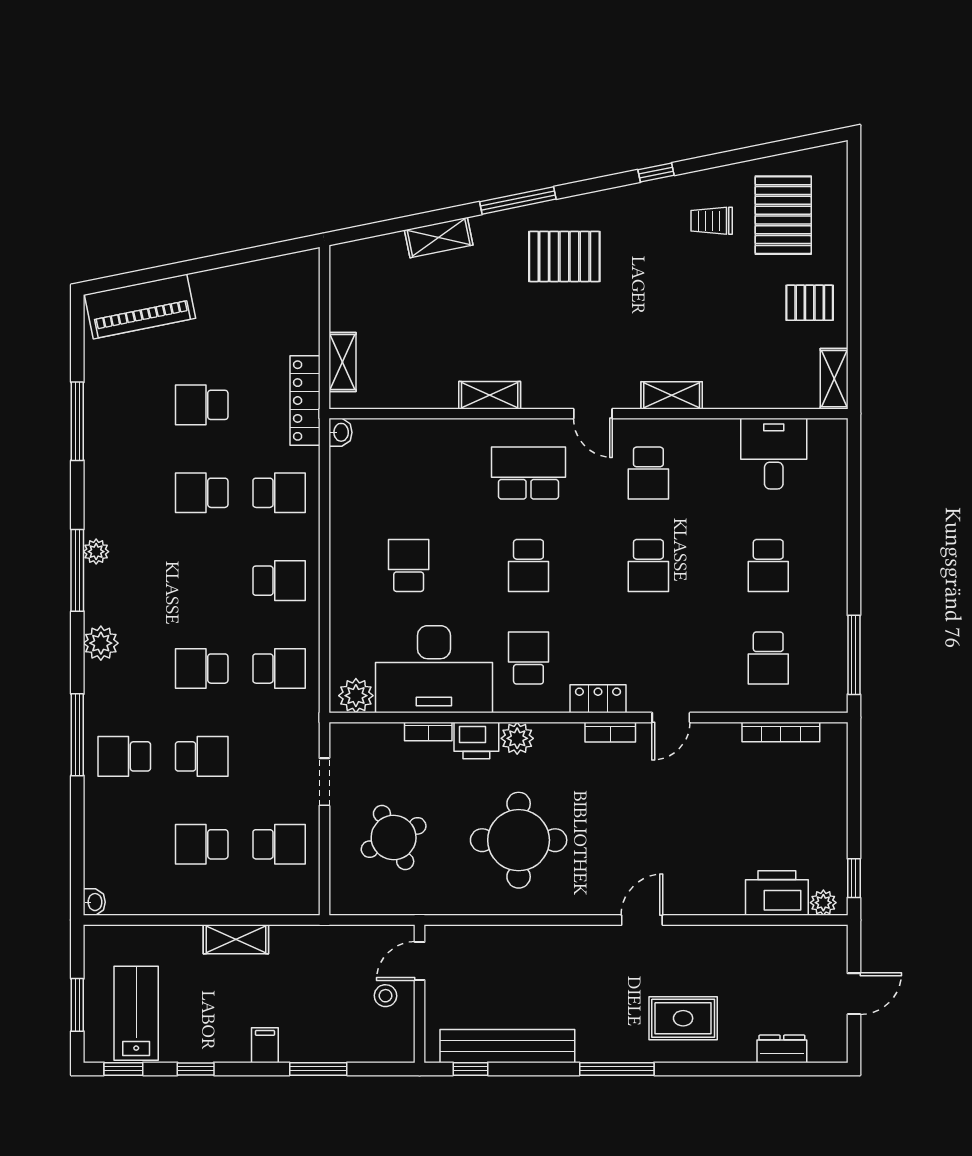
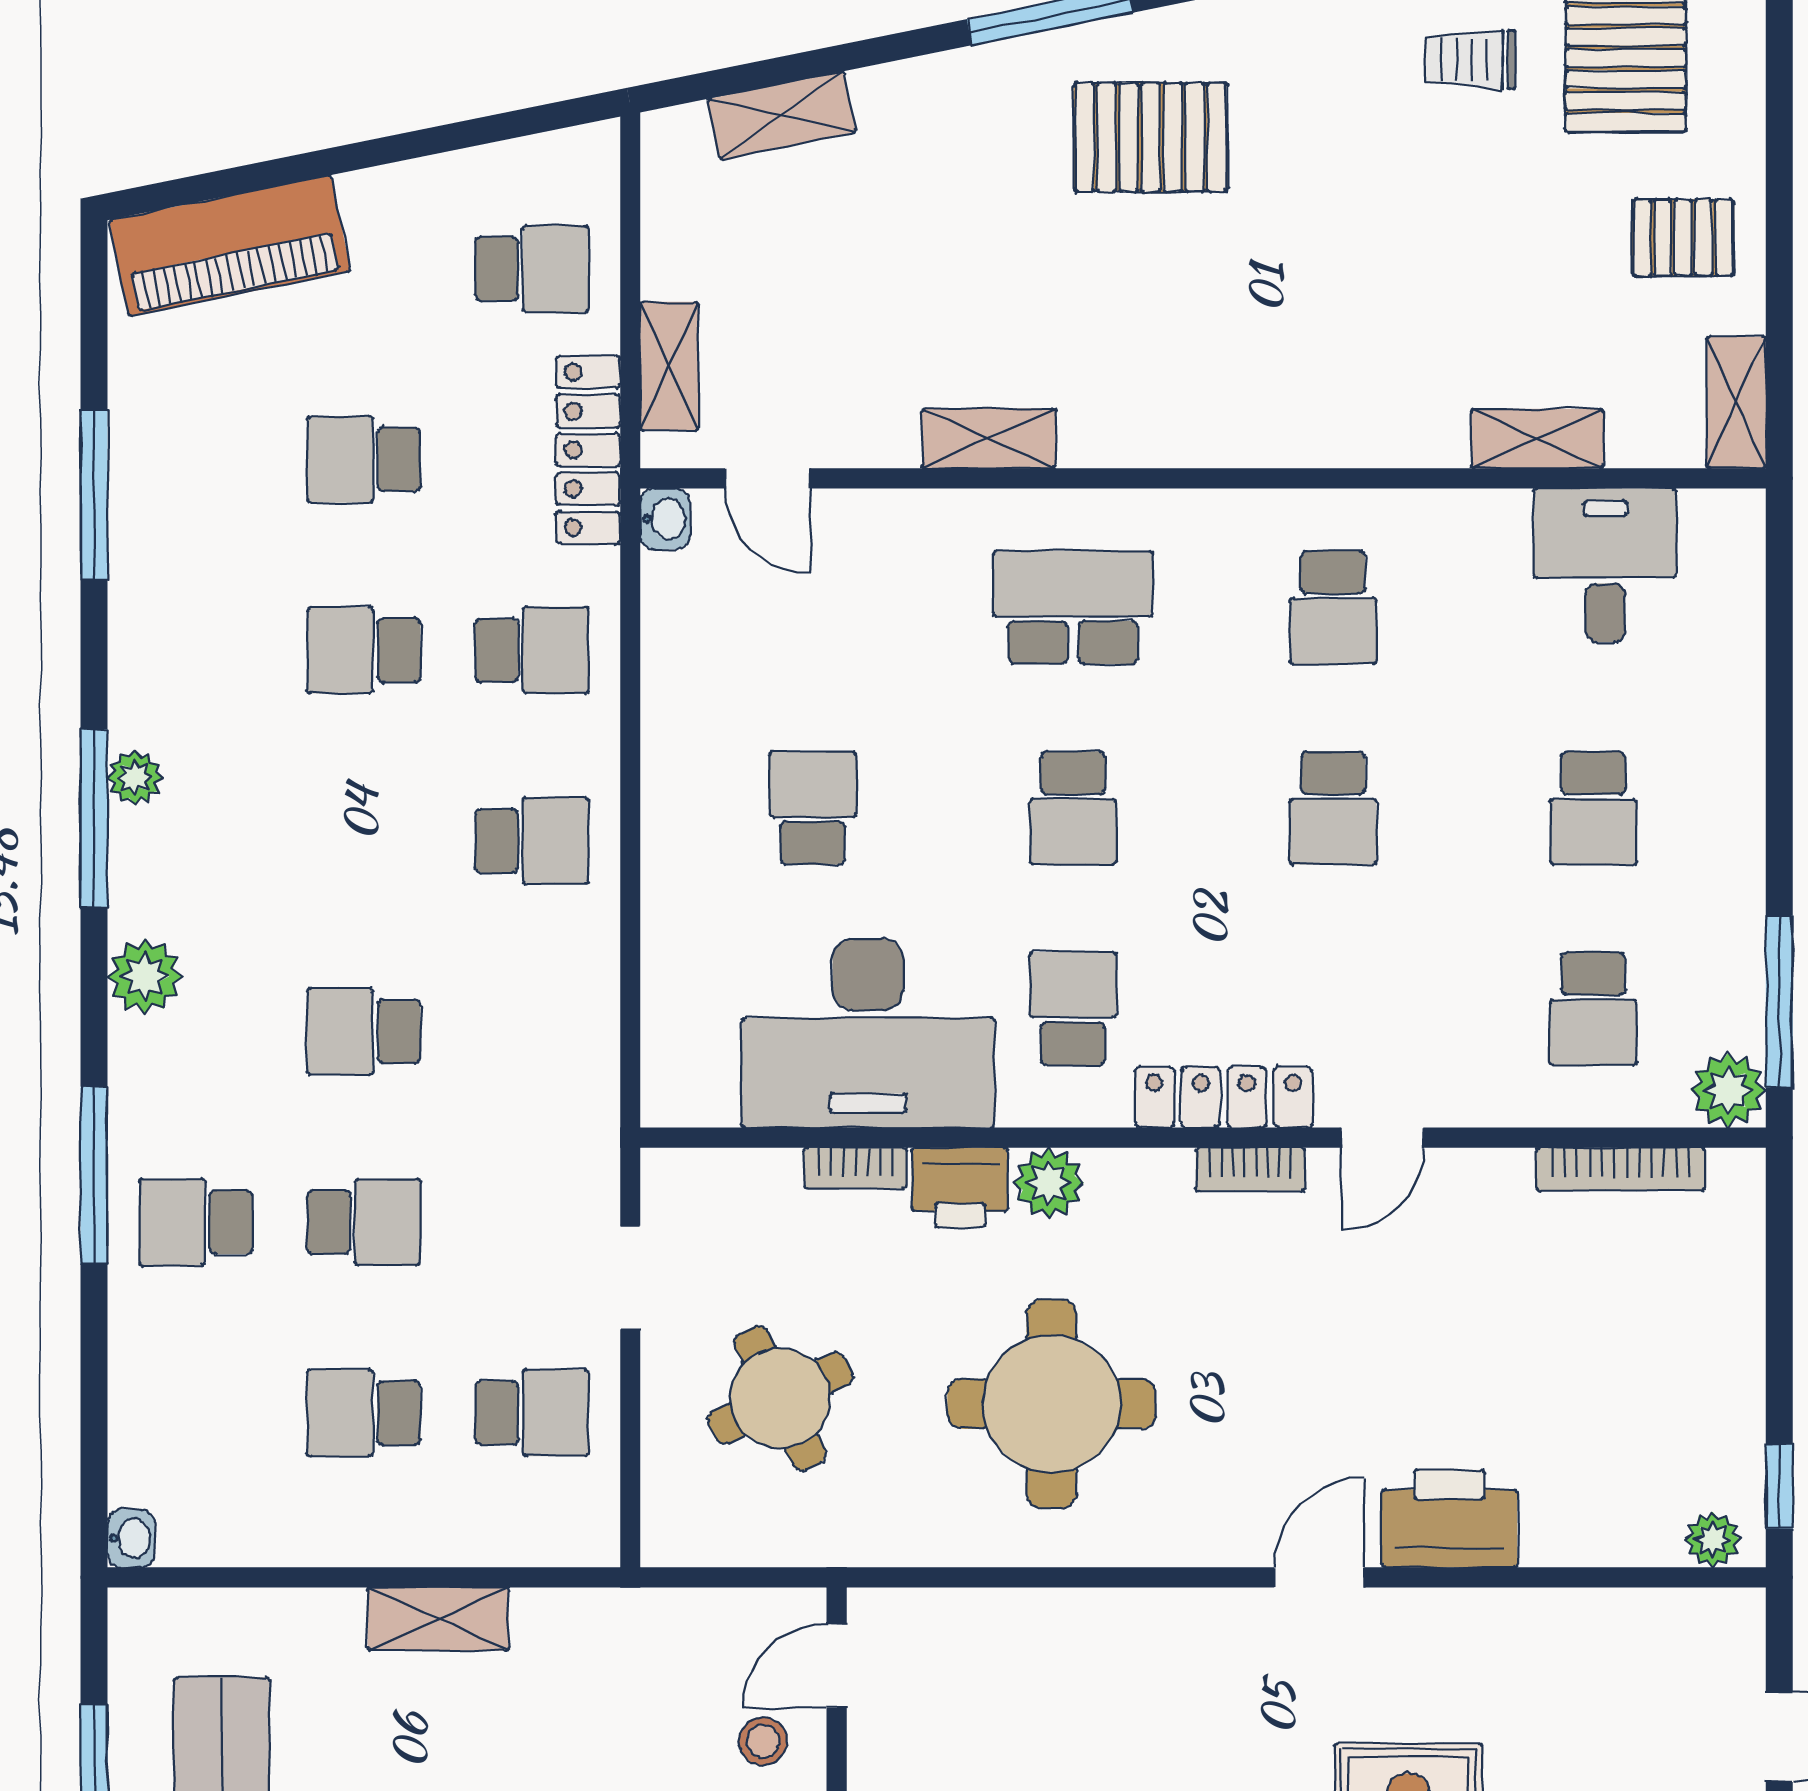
shelving: (439, 237) -> (782, 116), moved
shelving: (672, 395) -> (1537, 439), moved
door: (593, 414) -> (768, 478), moved
school desk: (279, 669) -> (532, 269), moved
plant: (356, 696) -> (1728, 1090), moved
locker: (598, 699) -> (1224, 1097), width x1.53
printer: (777, 893) -> (1449, 1519), moved

